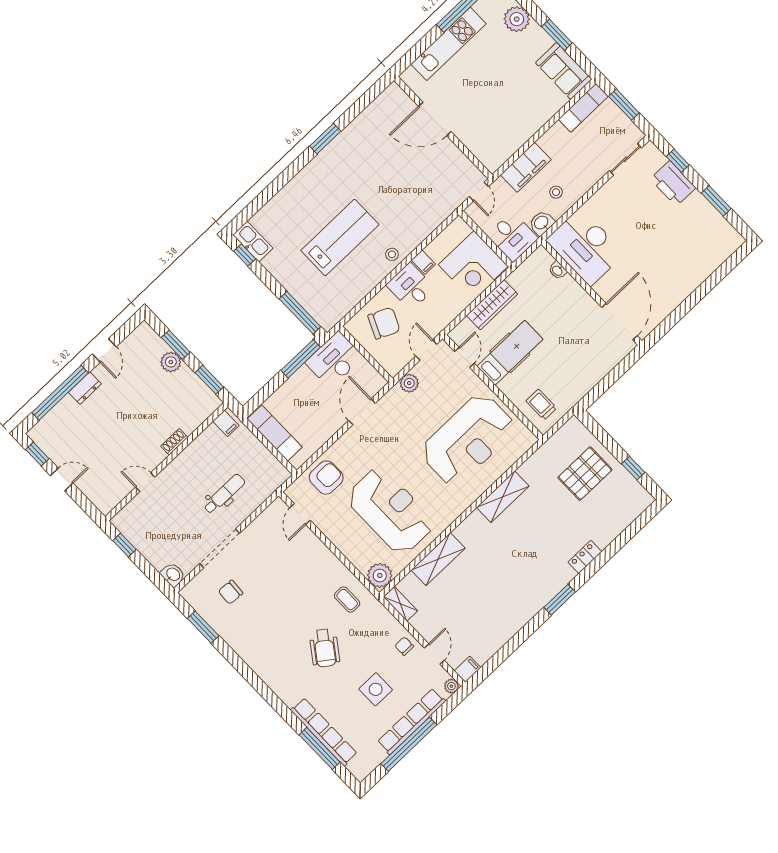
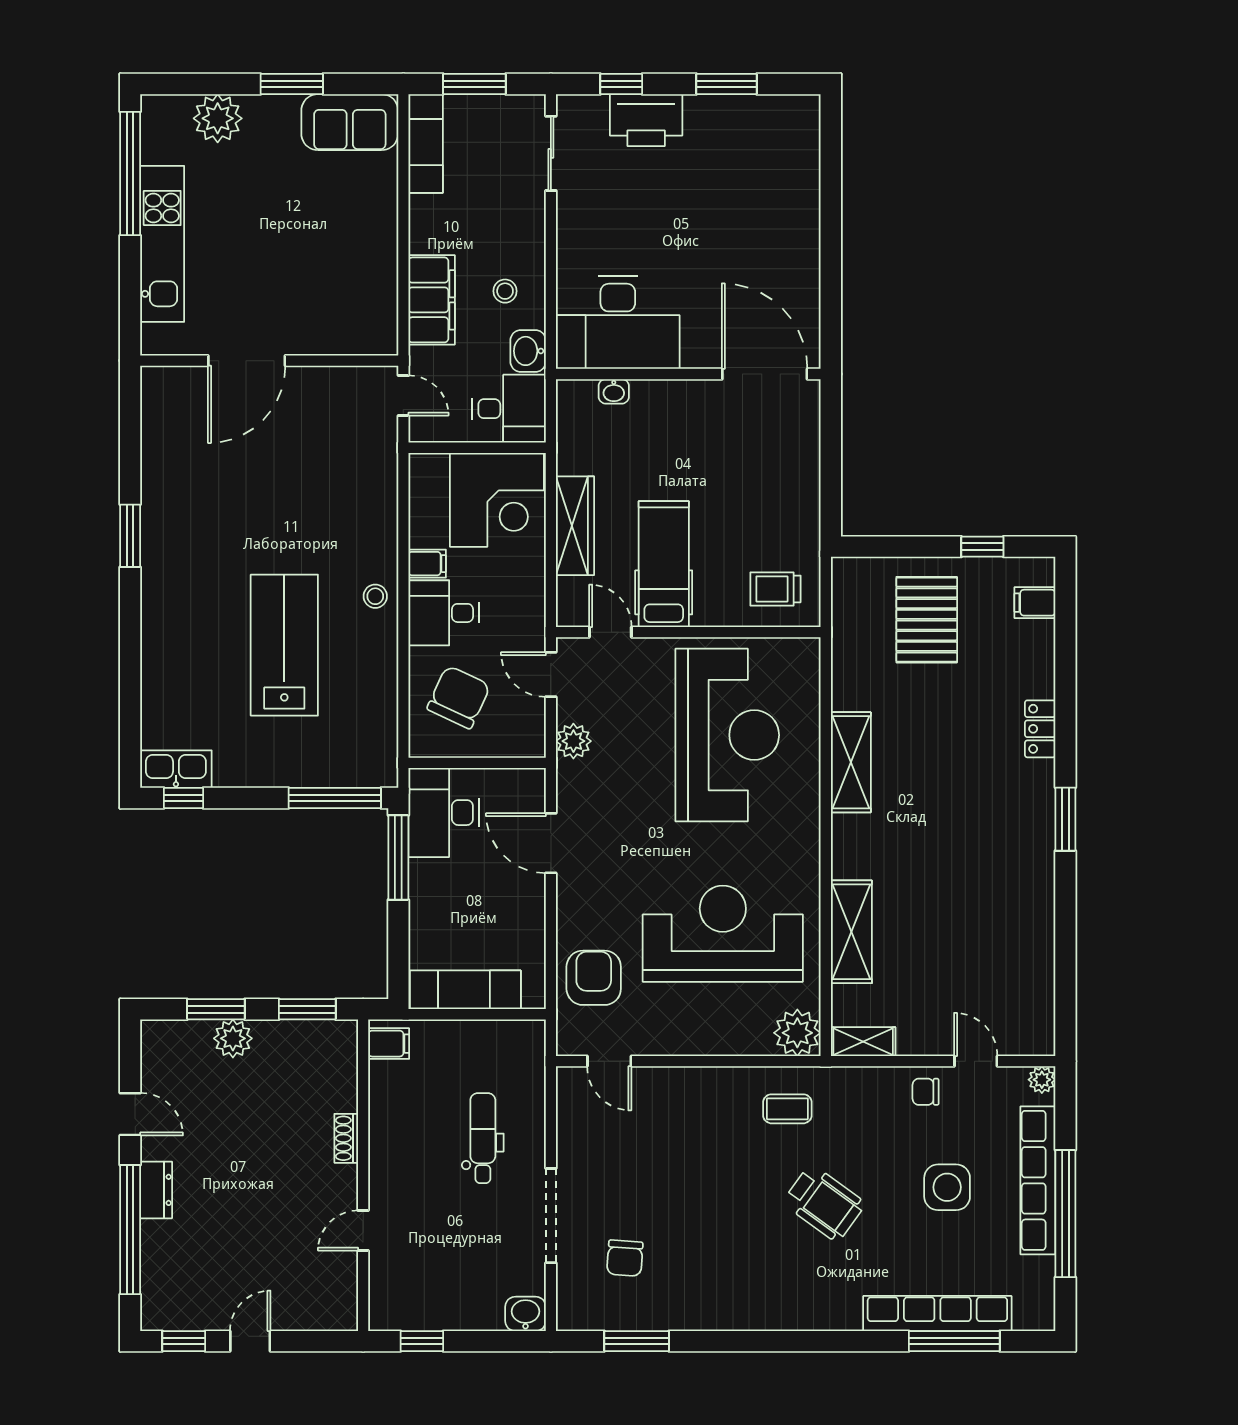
filing cabinet: (468, 669) -> (1035, 603), moved, turned -90

